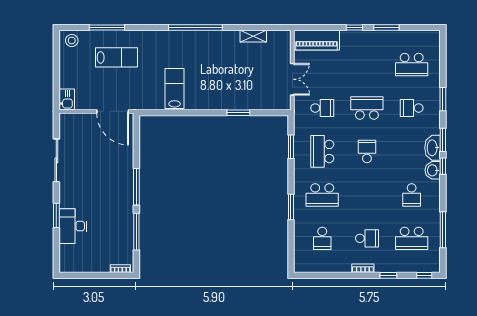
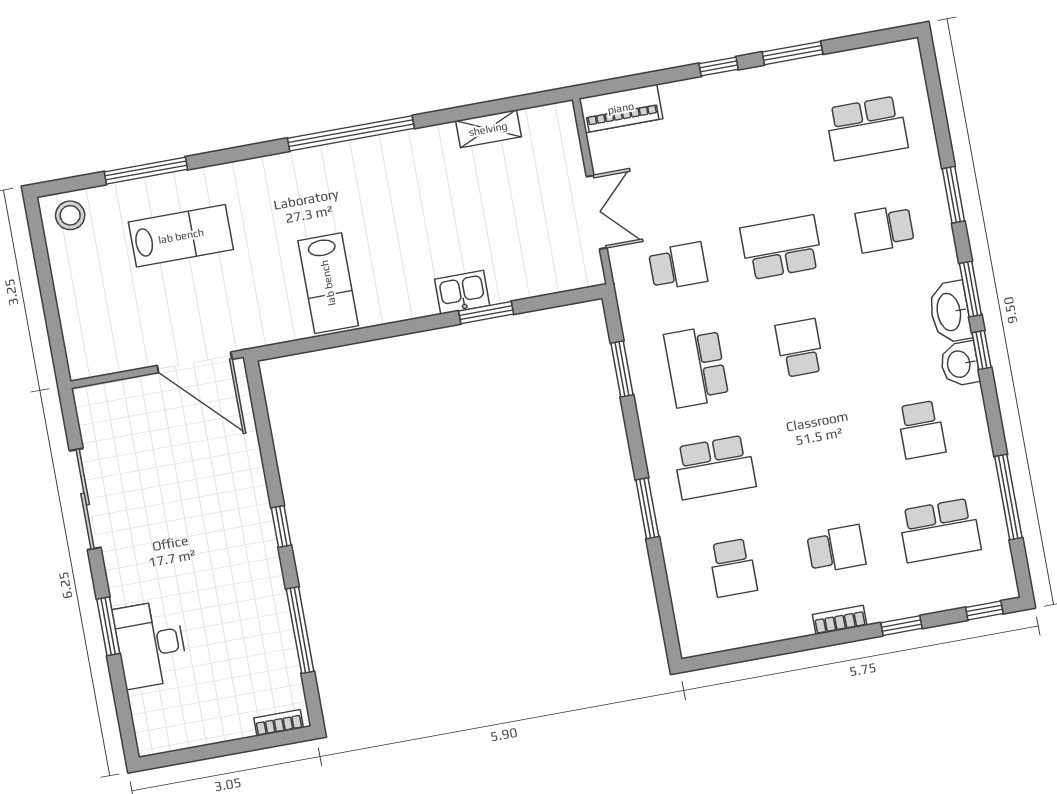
piano: (316, 40) -> (621, 108), width x0.73, depth x0.75
lab bench: (175, 89) -> (328, 283), turned 180
kitchen sink: (67, 99) -> (462, 292), moved, turned -90
window: (136, 187) -> (281, 526), width x0.46

